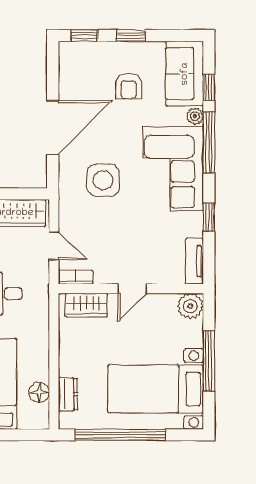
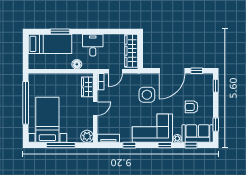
window: (131, 36) -> (216, 125), moved
window: (53, 75) -> (197, 71), added
door: (53, 128) -> (172, 71), hinge flipped
window: (209, 143) -> (165, 145), width x0.46
door: (132, 289) -> (95, 109), swing flipped
floor lamp: (39, 392) -> (77, 64), moved
dresser: (68, 394) -> (45, 78), removed

